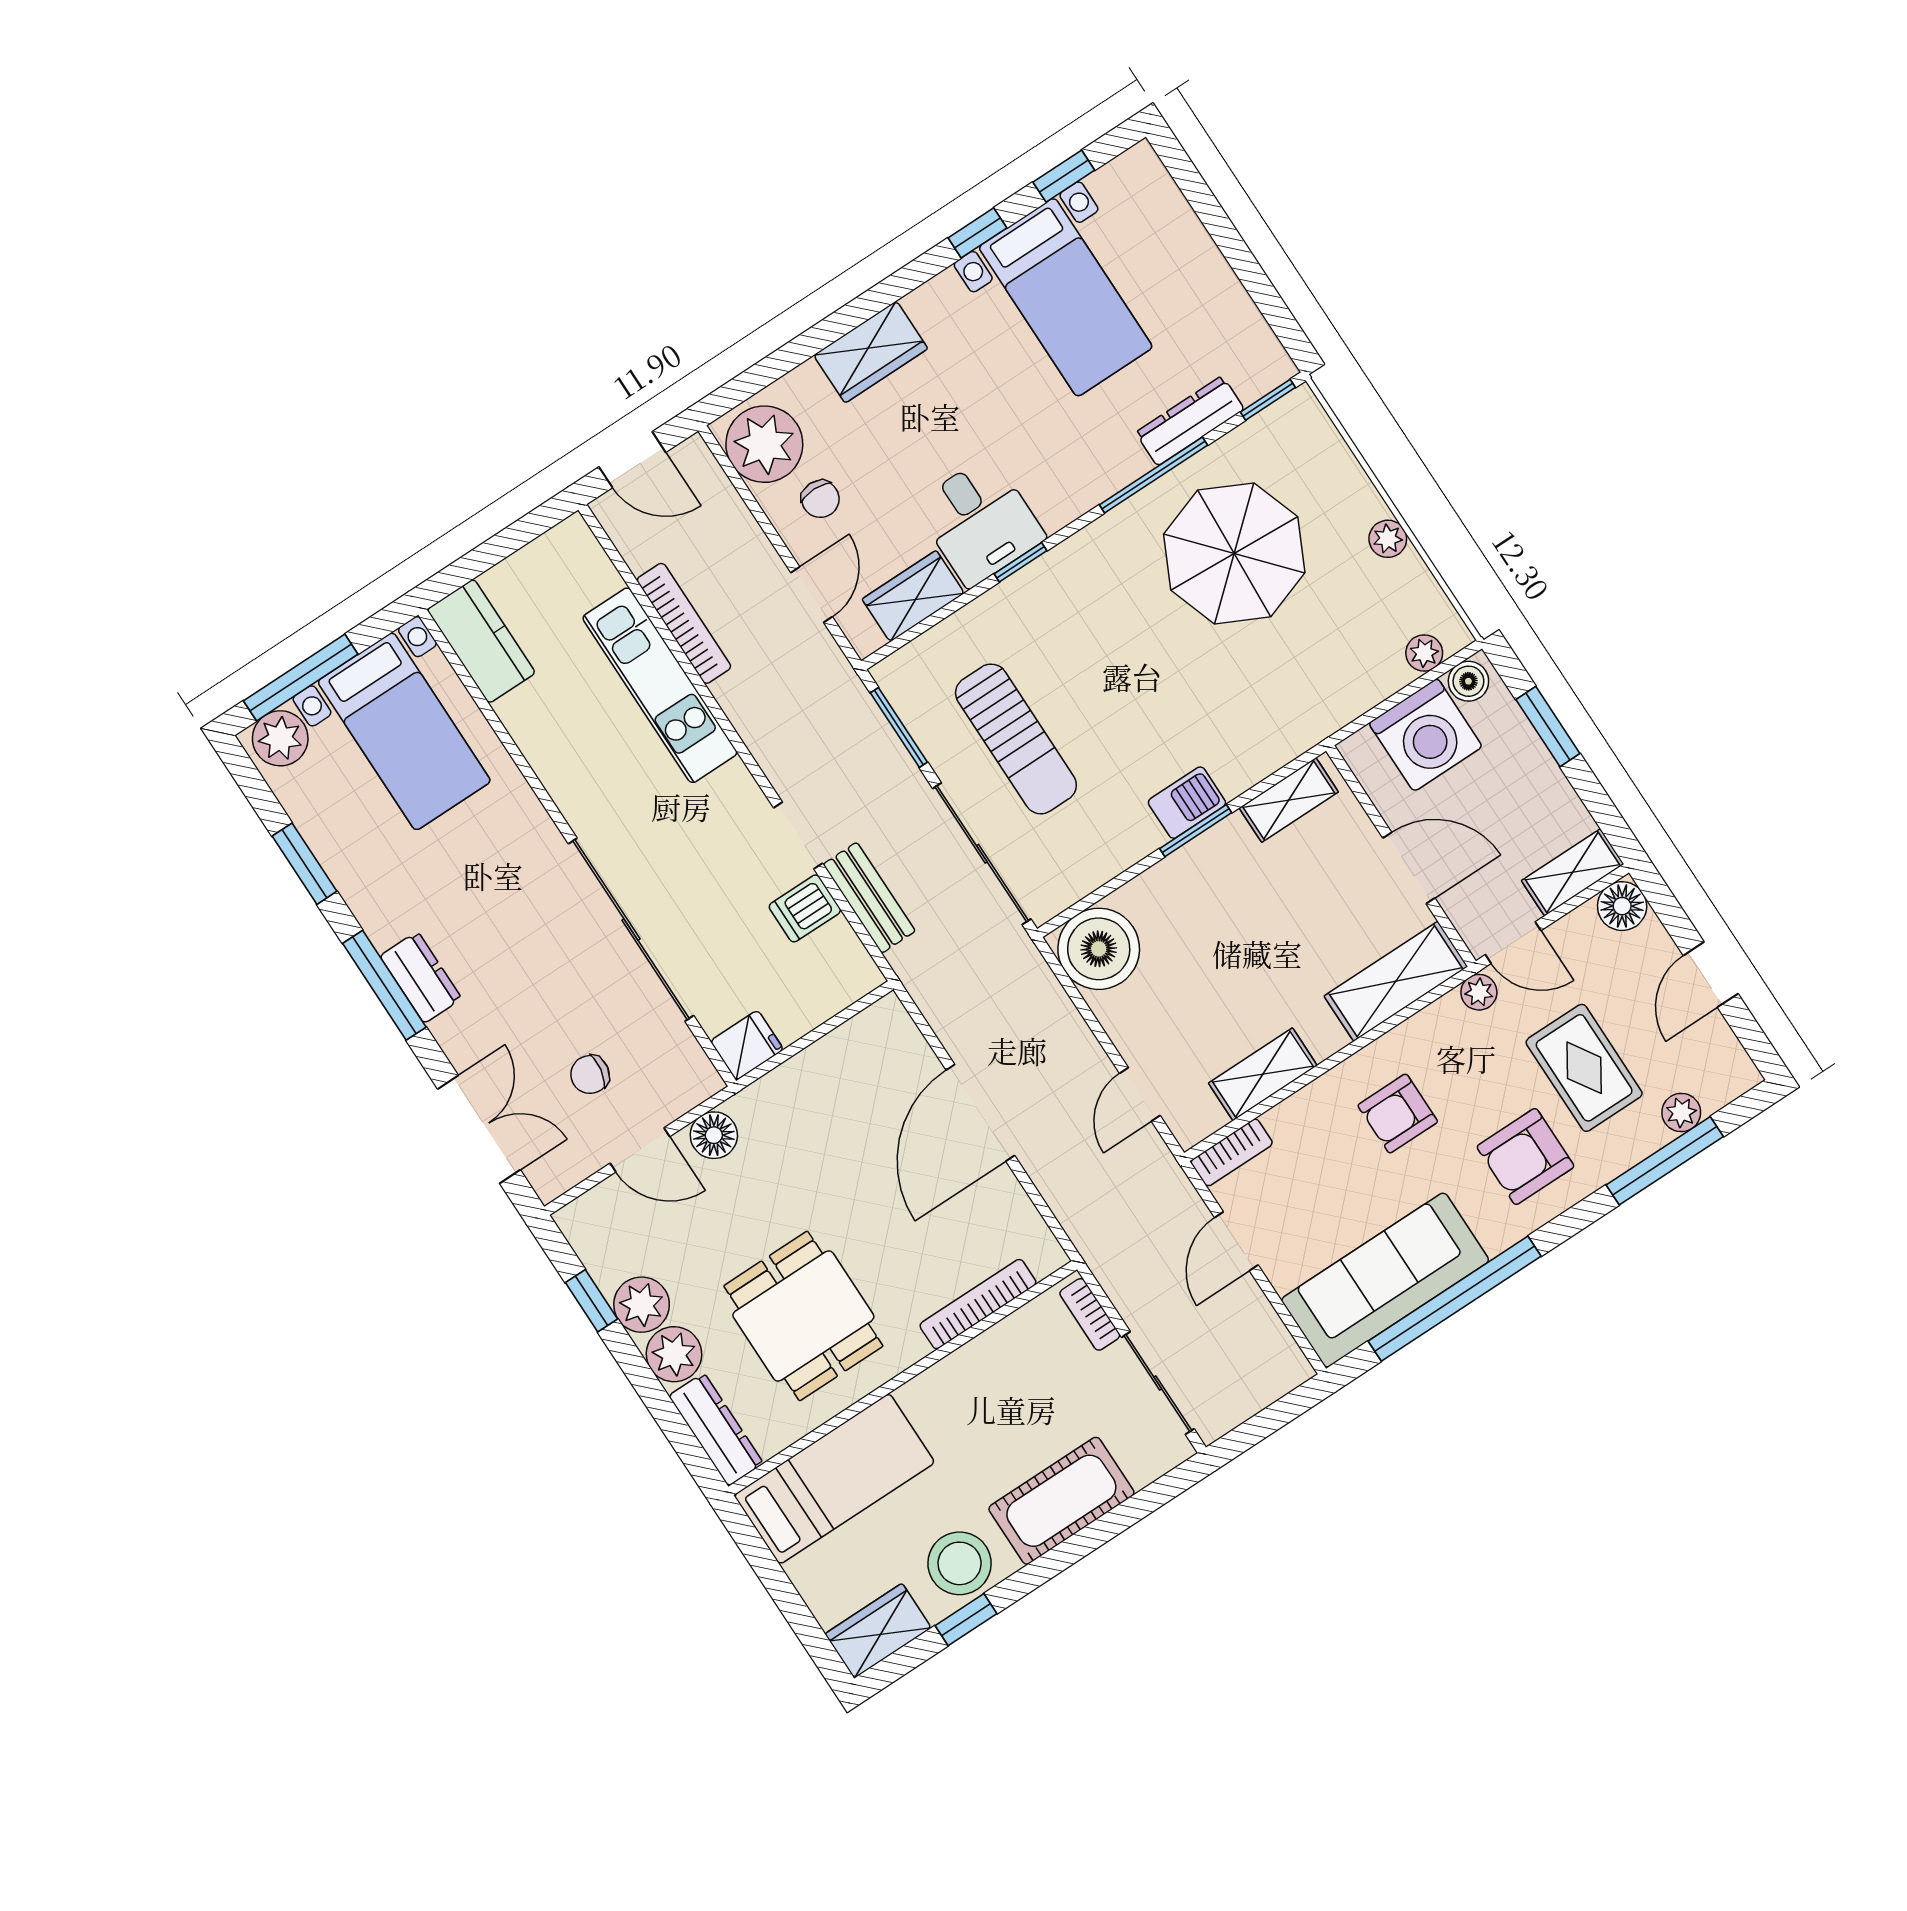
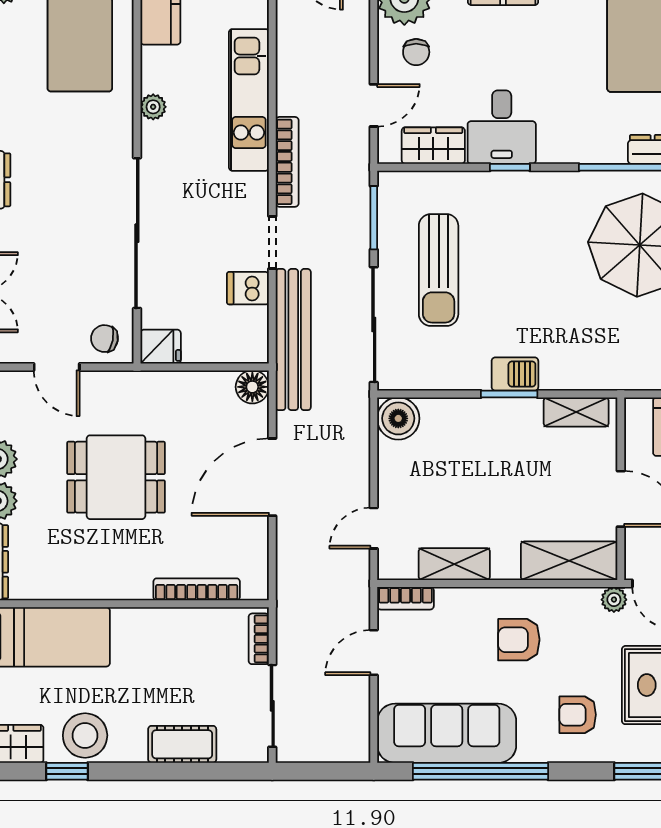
bookcase: (684, 623) -> (287, 162), moved
plant: (552, 768) -> (153, 107), added
bench: (869, 898) -> (293, 340), width x1.86, depth x1.21
boiler: (1099, 949) -> (398, 418), width x0.73, depth x0.73
chair: (590, 1074) -> (104, 339), moved
floor lamp: (714, 1135) -> (252, 387), moved
armchair: (1525, 1157) -> (578, 715), width x0.72, depth x0.72
dining table: (803, 1316) -> (116, 477), moved, turned 90
cot: (1061, 1501) -> (182, 744), width x0.73, depth x0.75

